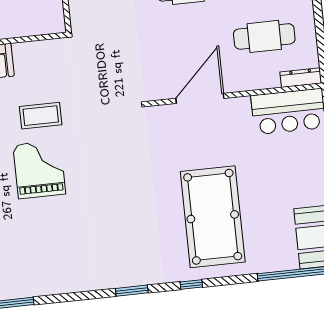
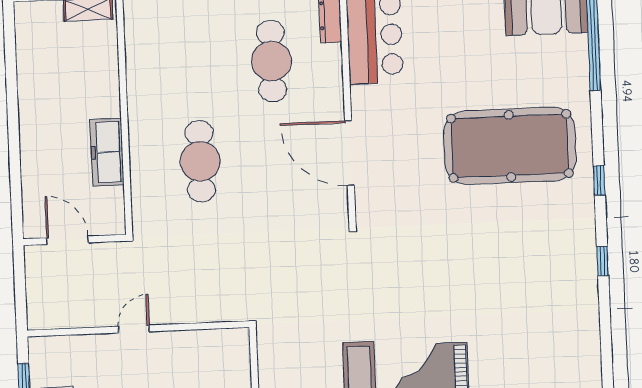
window: (132, 291) -> (603, 261), width x0.67

